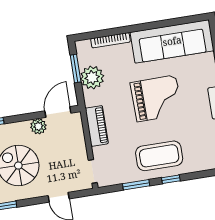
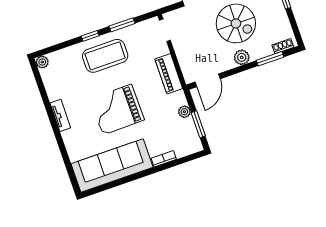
bookcase: (110, 40) -> (164, 159), width x0.64
plant: (92, 77) -> (184, 112), width x0.53, depth x0.53
plant: (38, 126) -> (242, 57), moved

